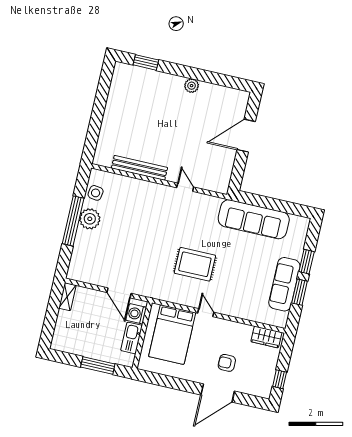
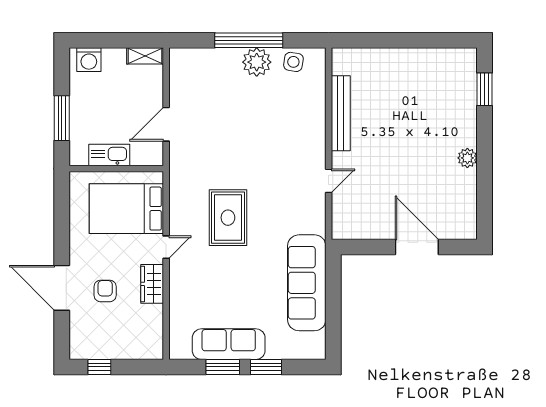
washing machine: (136, 314) -> (89, 60), moved, turned 180
wardrobe: (266, 337) -> (152, 284), moved

